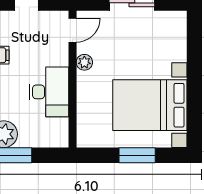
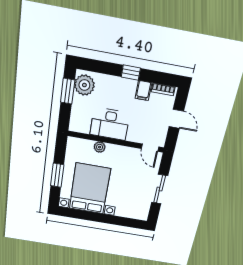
plant: (84, 62) -> (100, 147), moved

